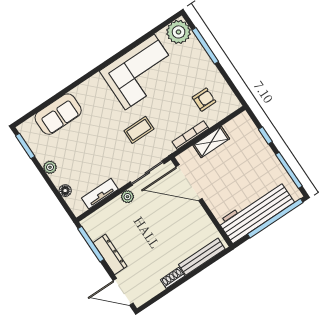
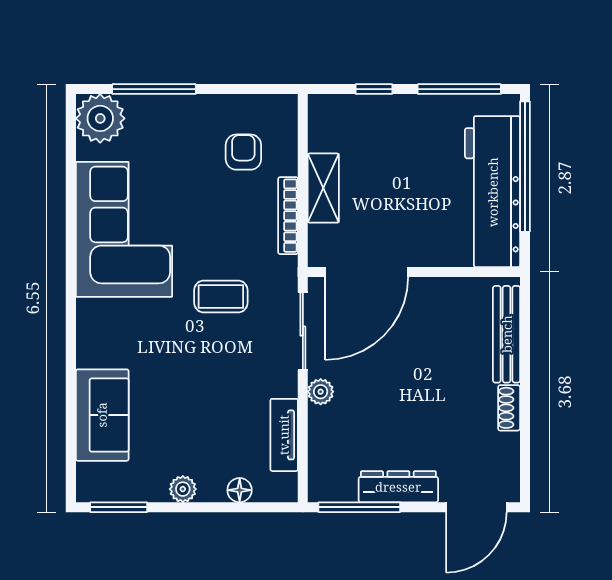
coffee table: (139, 130) -> (221, 296), turned 90

